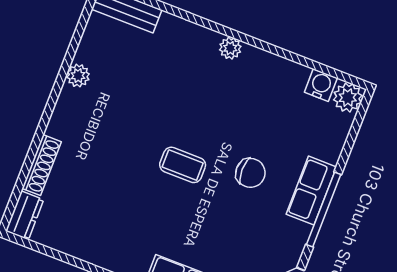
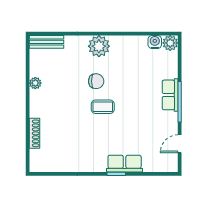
plant: (230, 48) -> (99, 46), width x1.88, depth x1.88
chair: (250, 173) -> (96, 81), moved
dresser: (25, 215) -> (36, 161), removed

